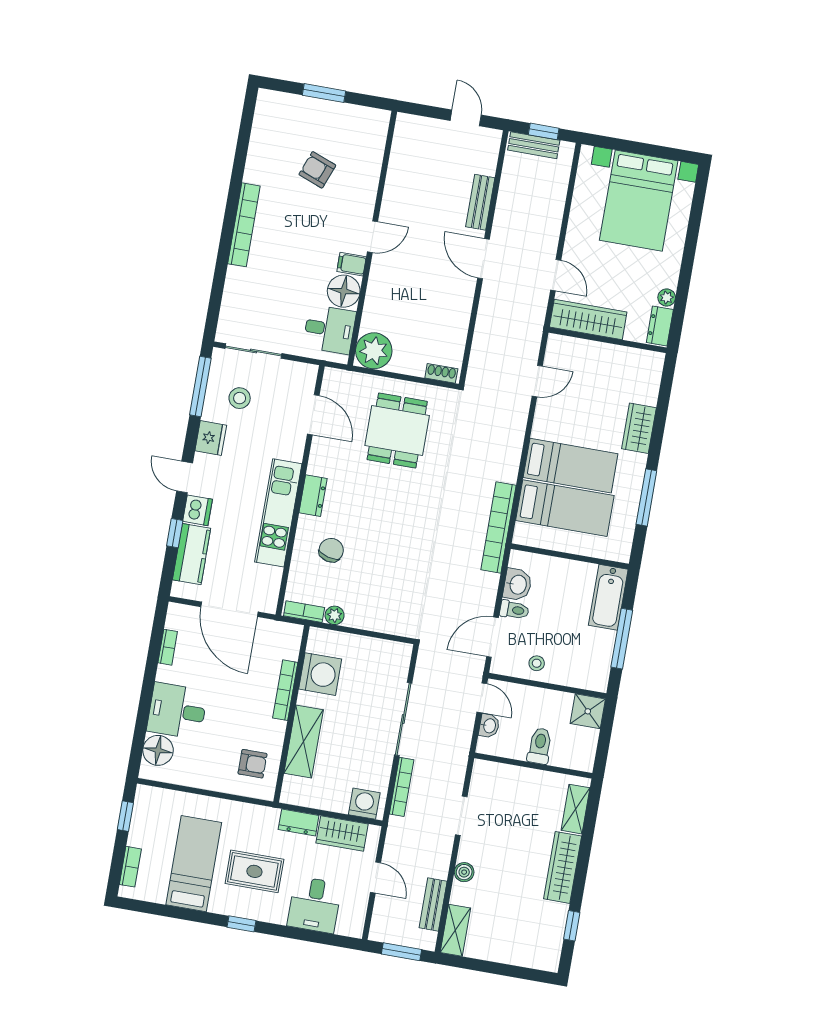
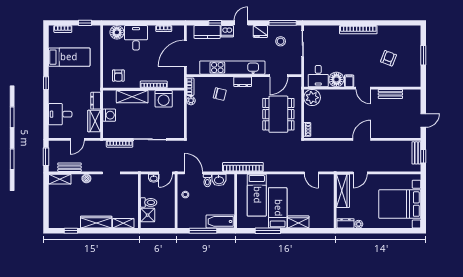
bench: (480, 202) -> (390, 94), moved
dining table: (397, 431) -> (278, 114), width x1.38
bed: (571, 466) -> (278, 208), moved, turned 180
kitchen unit: (278, 513) -> (232, 68), width x1.36
shower: (588, 711) -> (148, 215), moved
washing machine: (364, 804) -> (109, 115), moved
rug: (254, 871) -> (70, 85), removed

